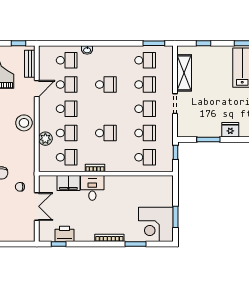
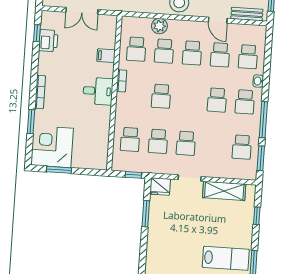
window: (120, 43) -> (263, 120), added
school desk: (145, 85) -> (245, 102), moved
fridge: (230, 130) -> (160, 187), moved, turned 90
filing cabinet: (68, 183) -> (106, 56), width x0.50
desk: (92, 188) -> (98, 91), moved

